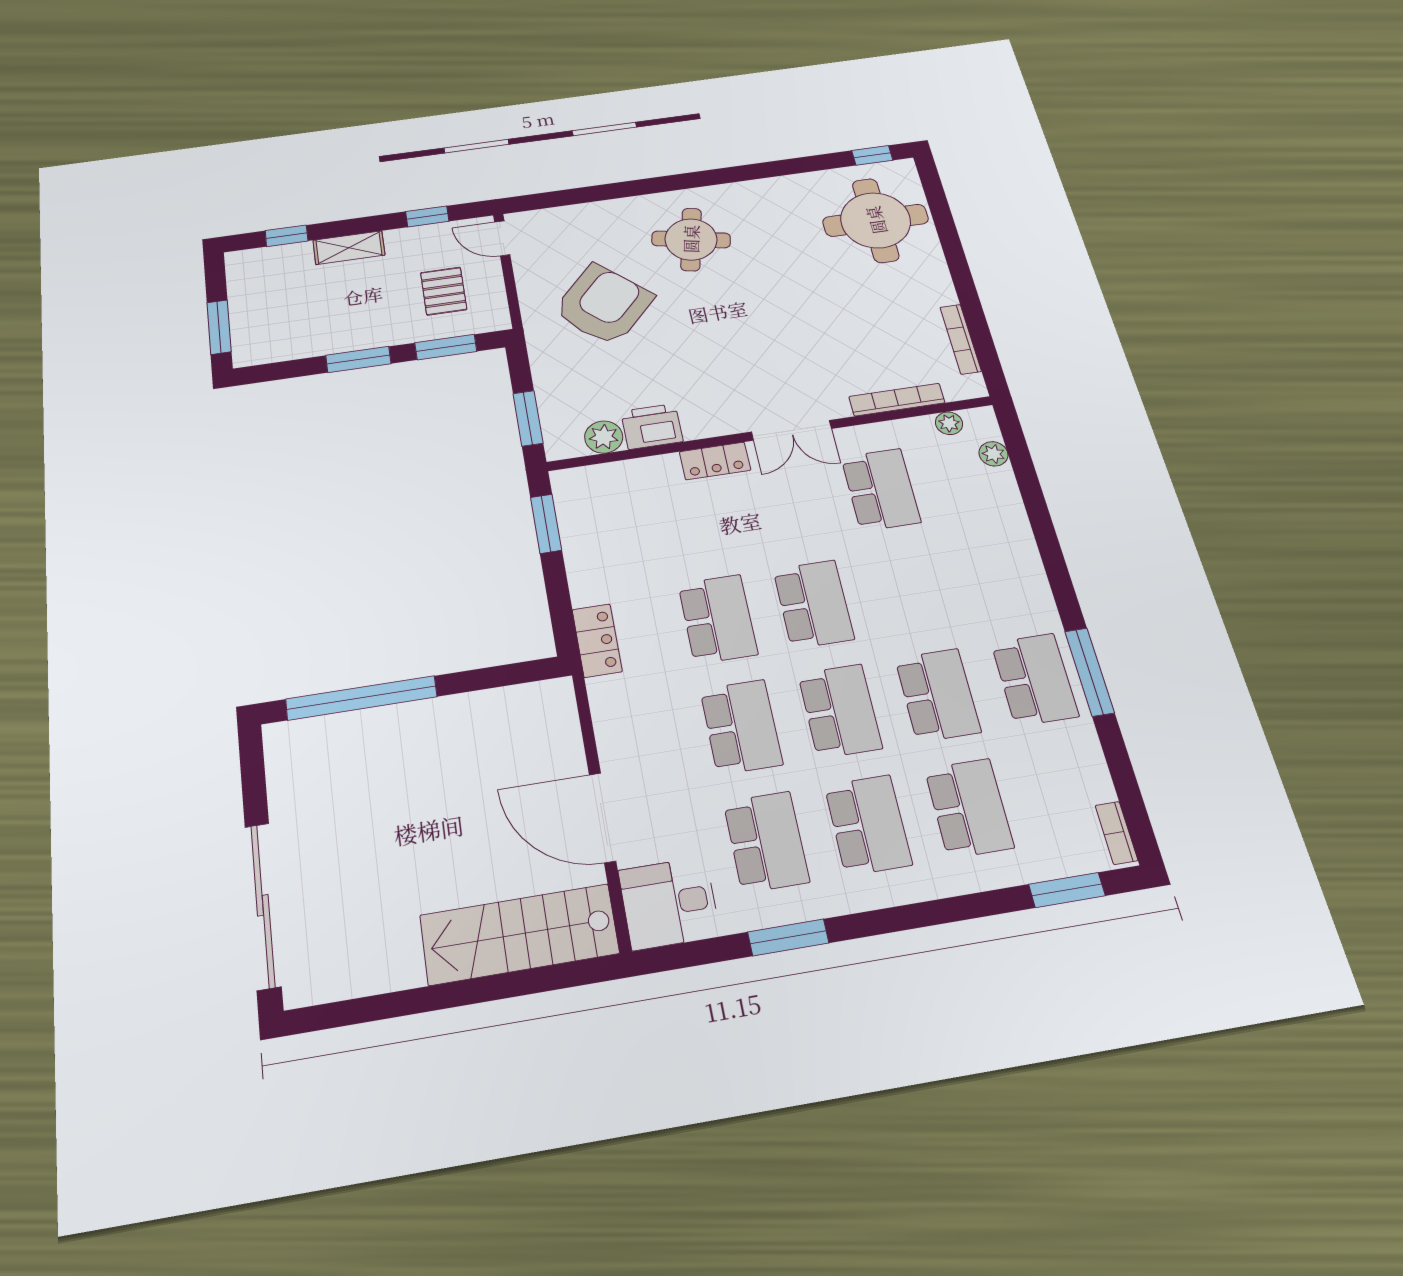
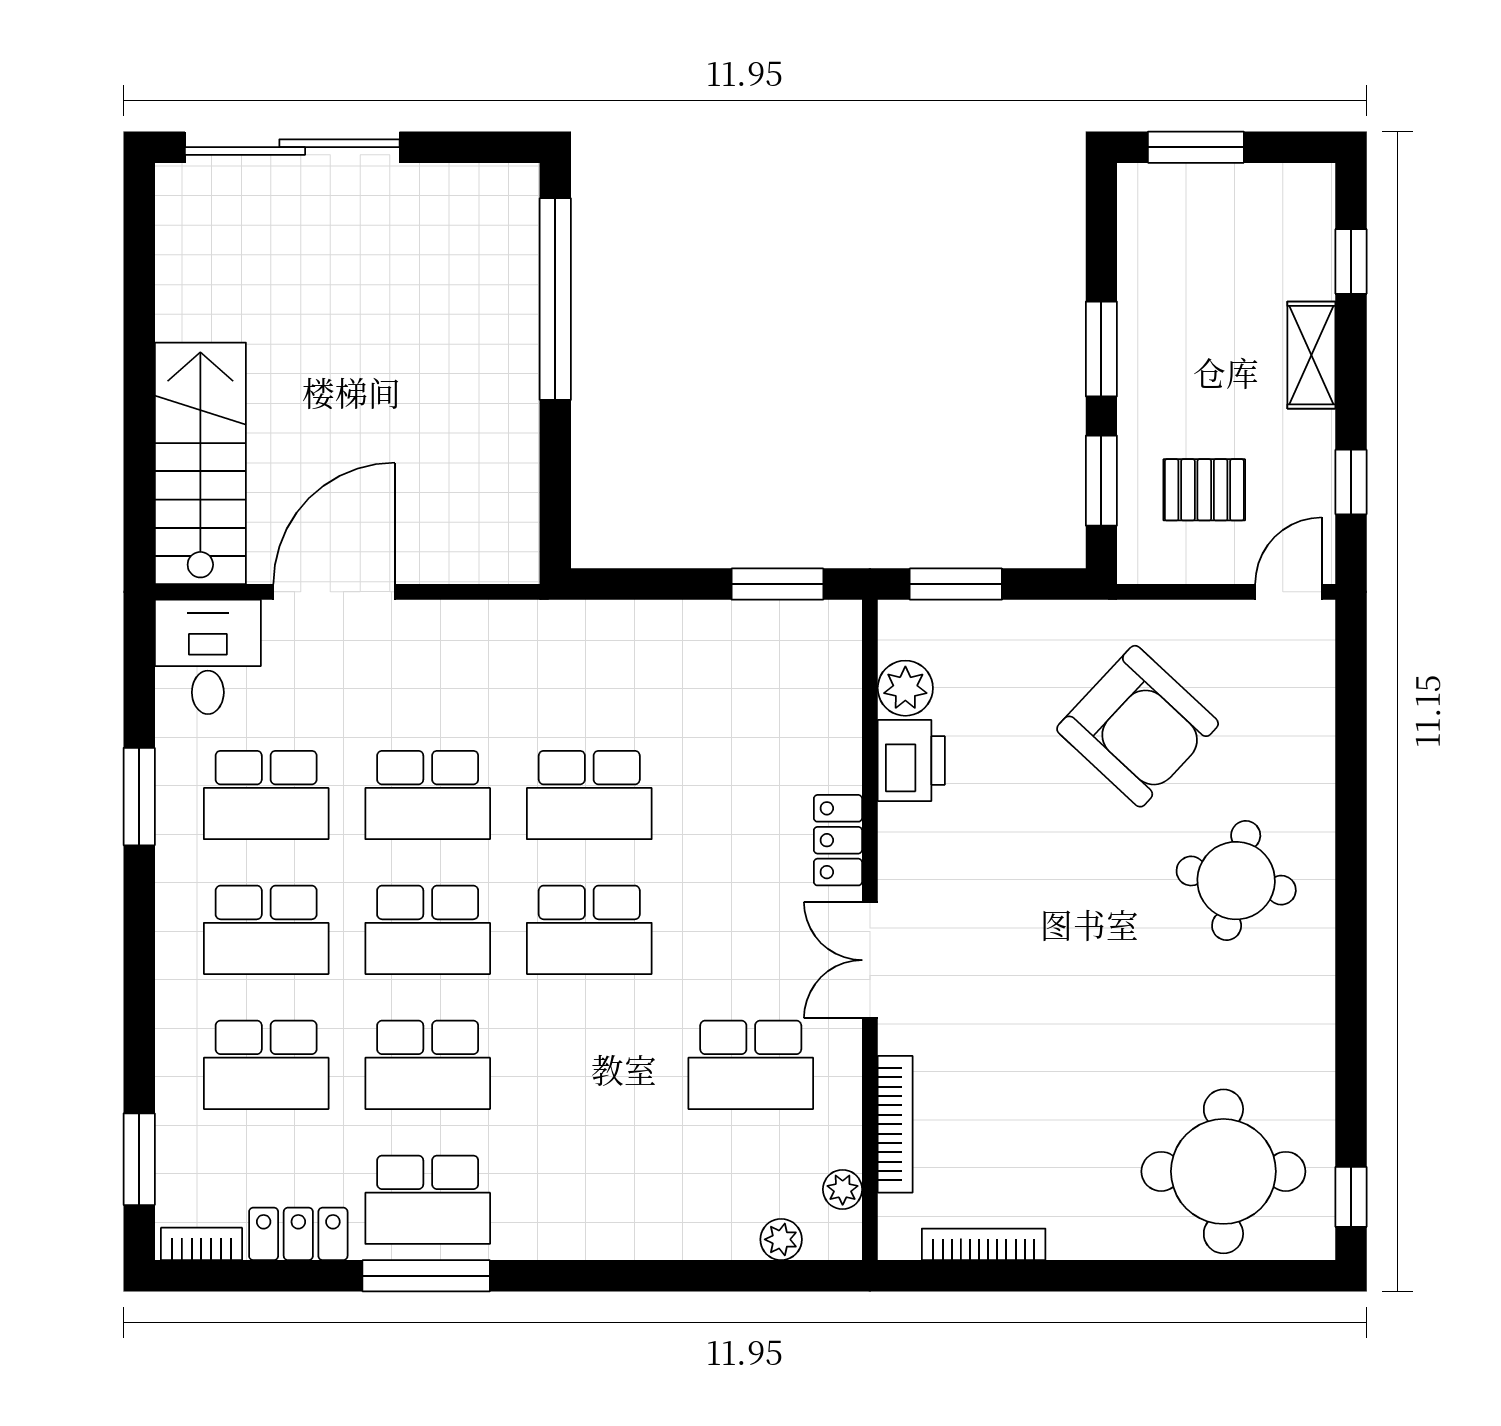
locker: (597, 641) -> (298, 1234), moved, turned 180

